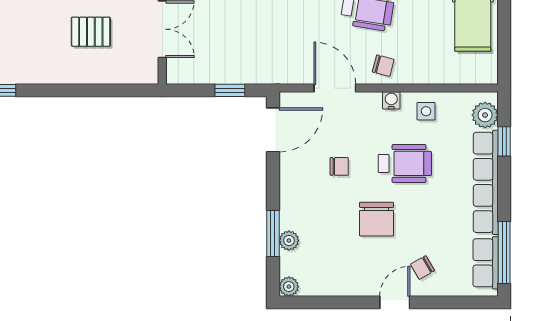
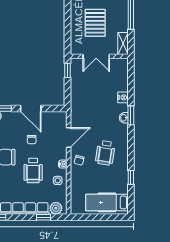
pallet: (91, 32) -> (95, 23), width x1.50, depth x1.42
window: (230, 90) -> (67, 70), moved
door: (273, 130) -> (31, 108), moved

